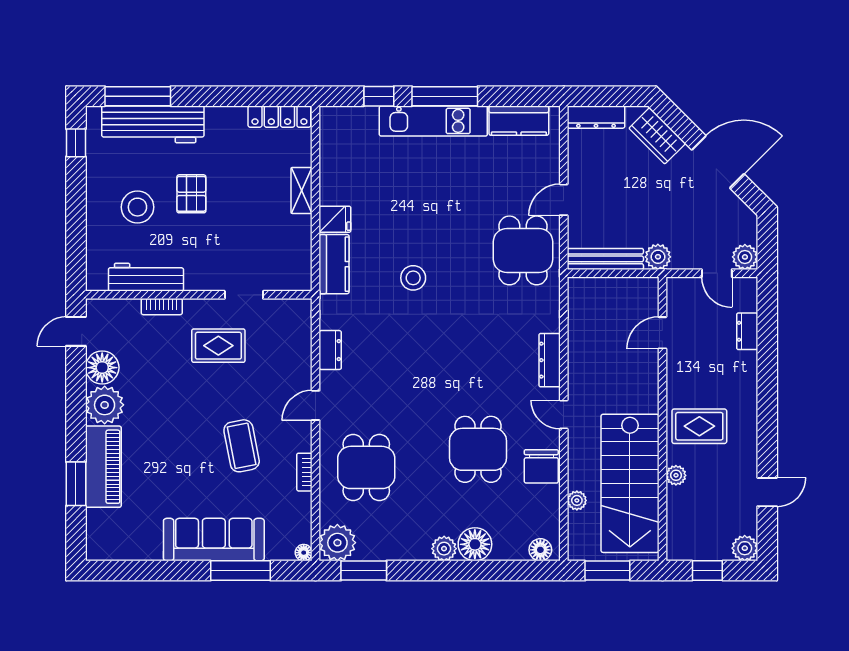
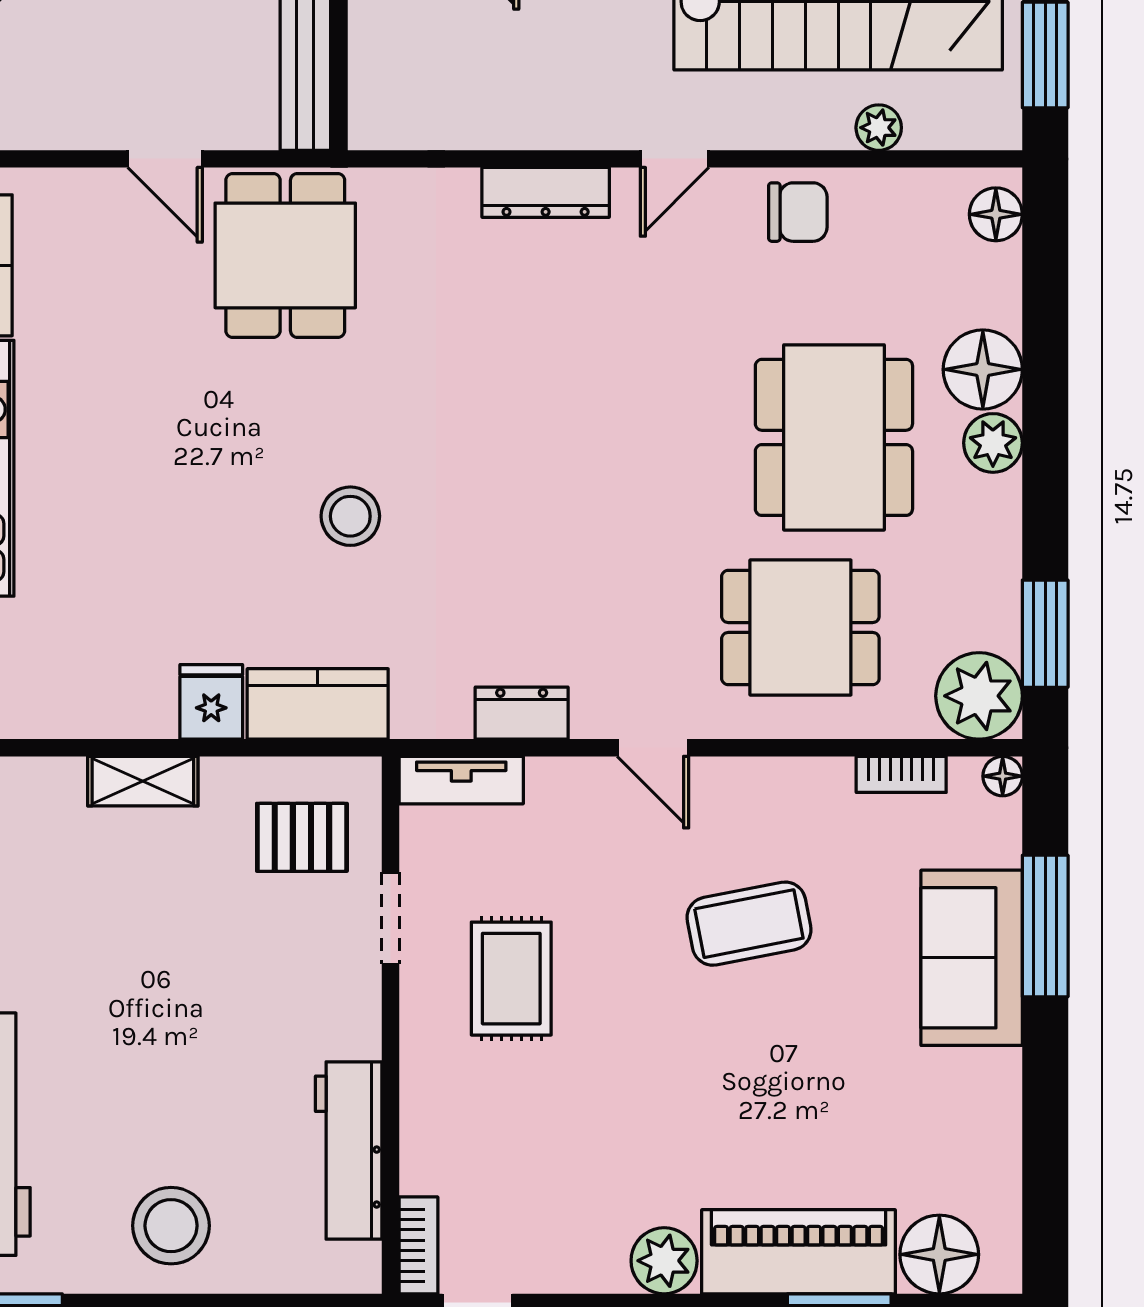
pallet: (191, 194) -> (302, 837), moved
stool: (137, 207) -> (171, 1226), moved
dining table: (523, 250) -> (285, 255), turned 90
bookcase: (162, 307) -> (419, 1245), moved
tv unit: (302, 325) -> (461, 780), added
floor lamp: (102, 368) -> (939, 1254), moved
plant: (105, 405) -> (664, 1261), width x0.73, depth x0.73
dining table: (478, 449) -> (834, 437), moved, width x1.38
chair: (541, 466) -> (798, 212), width x0.73, depth x0.73
bookcase: (304, 472) -> (901, 774), moved
sofa: (214, 540) -> (972, 958), width x0.73

